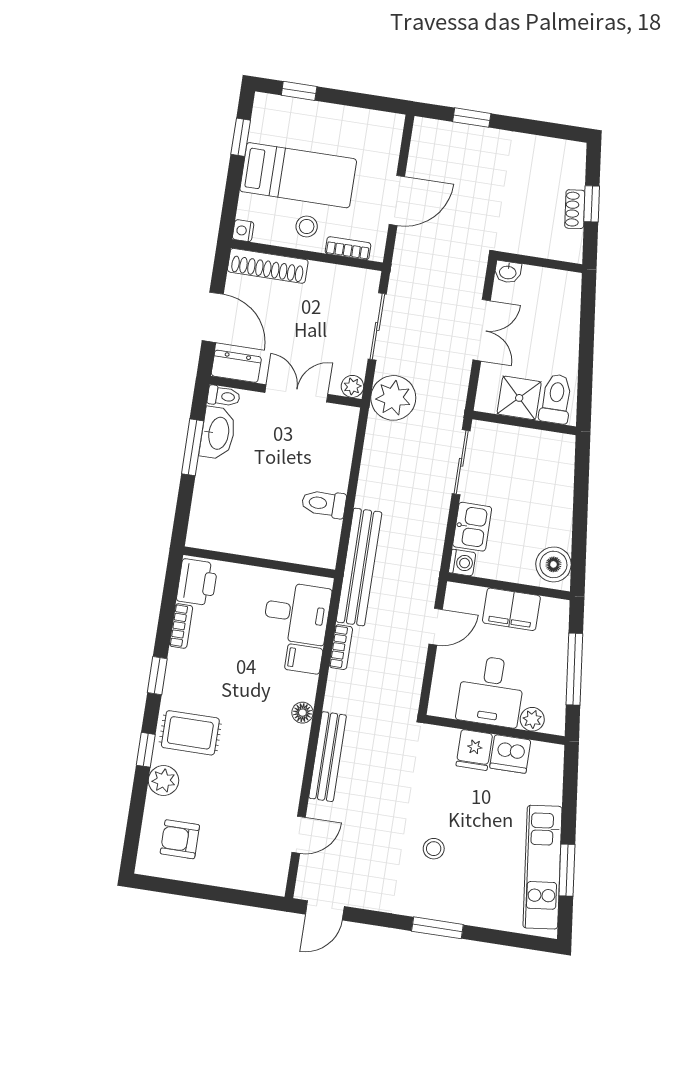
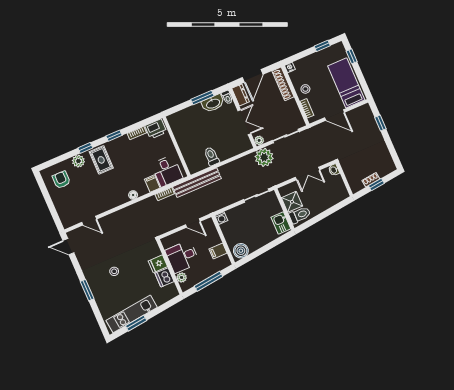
bed: (298, 175) -> (346, 83), moved, turned 180
kitchen sink: (472, 527) -> (281, 223), moved, turned 90
filing cabinet: (511, 609) -> (218, 251), width x0.50
bench: (328, 757) -> (123, 214), removed

